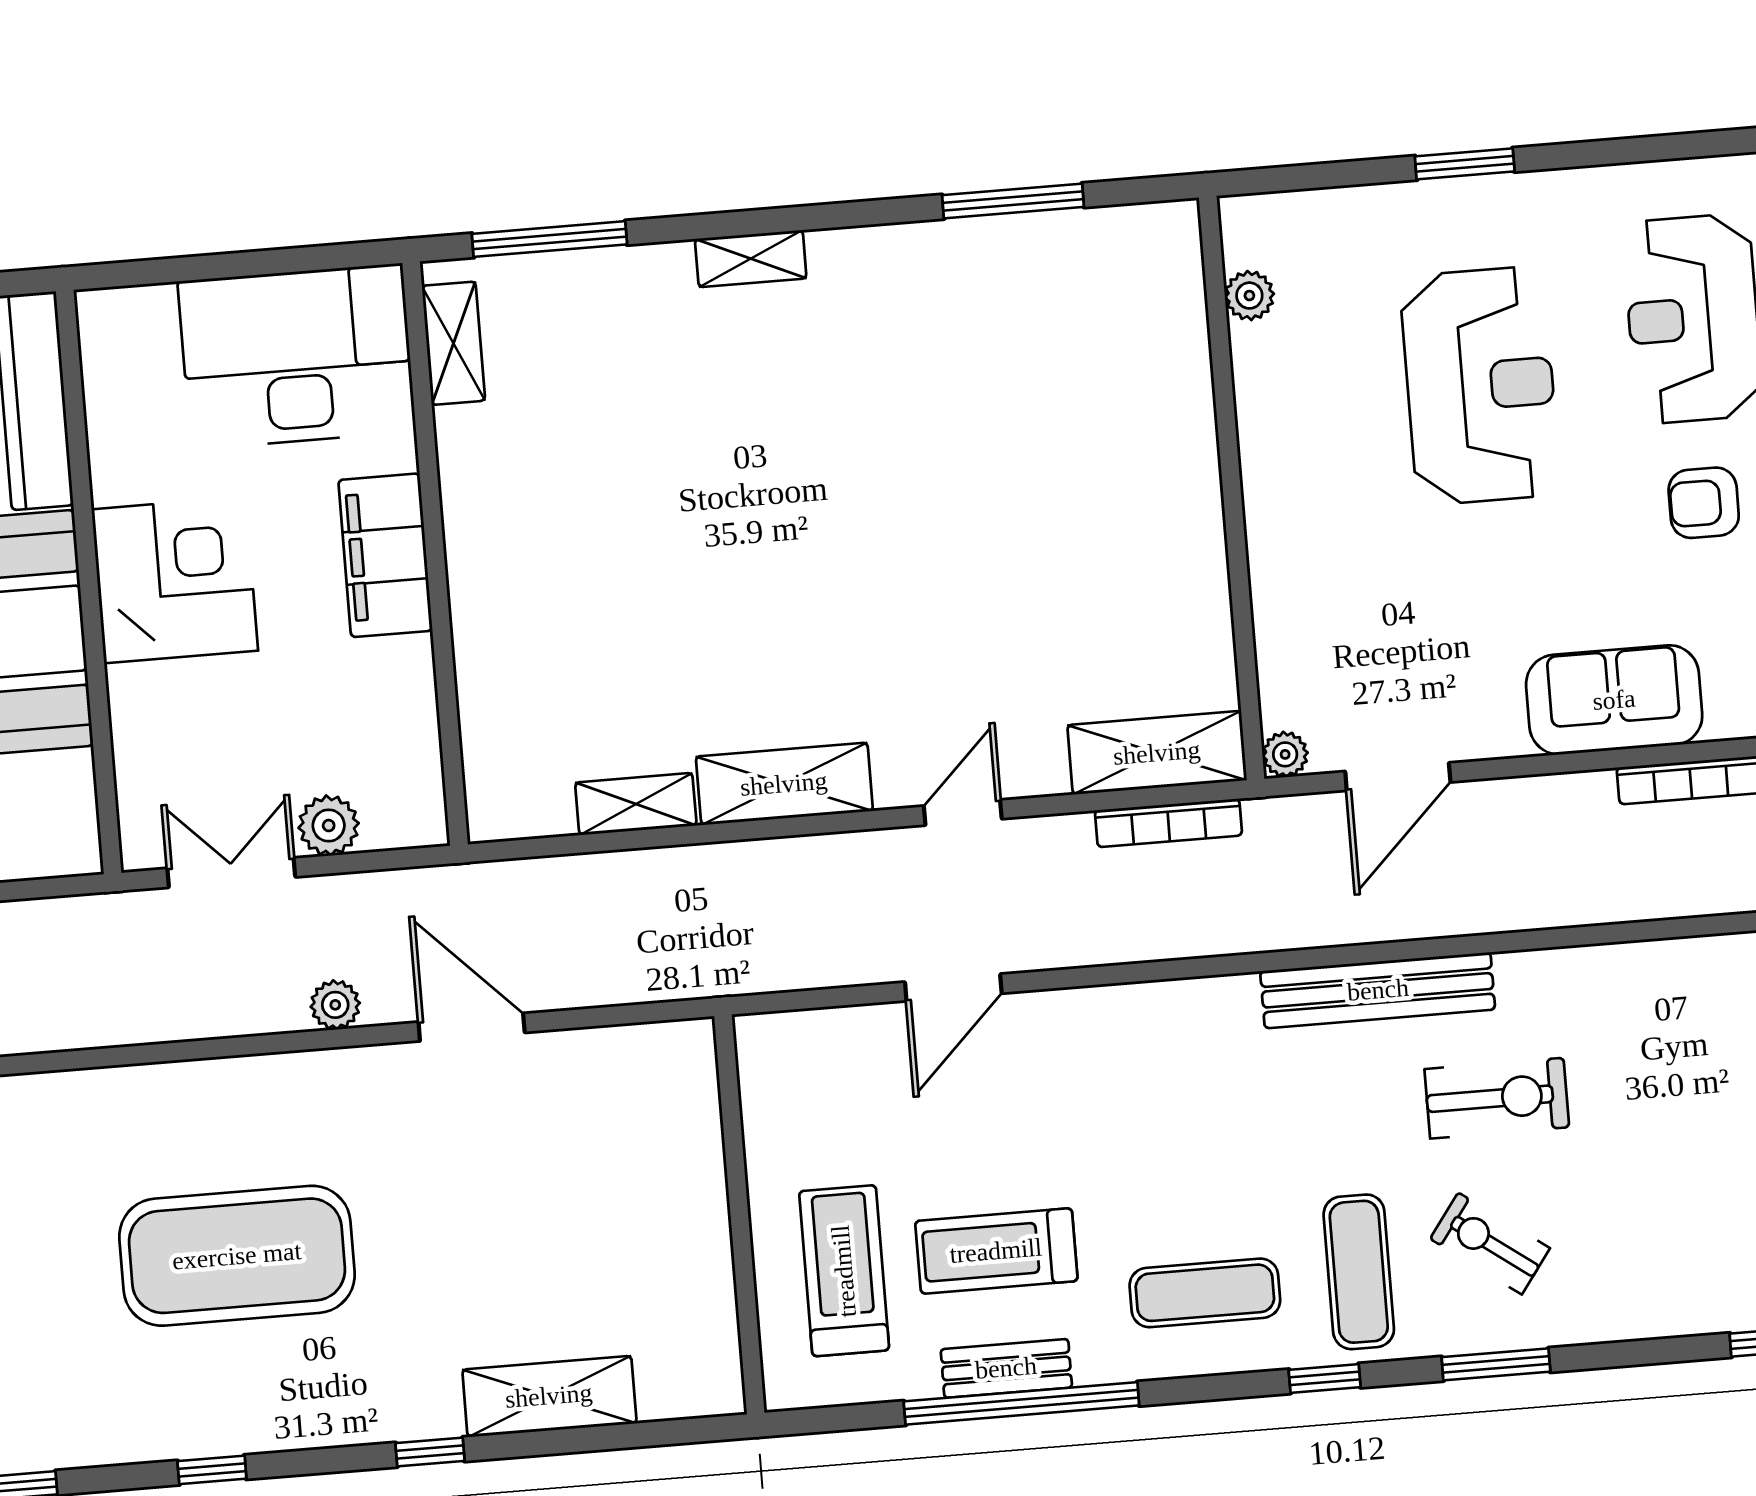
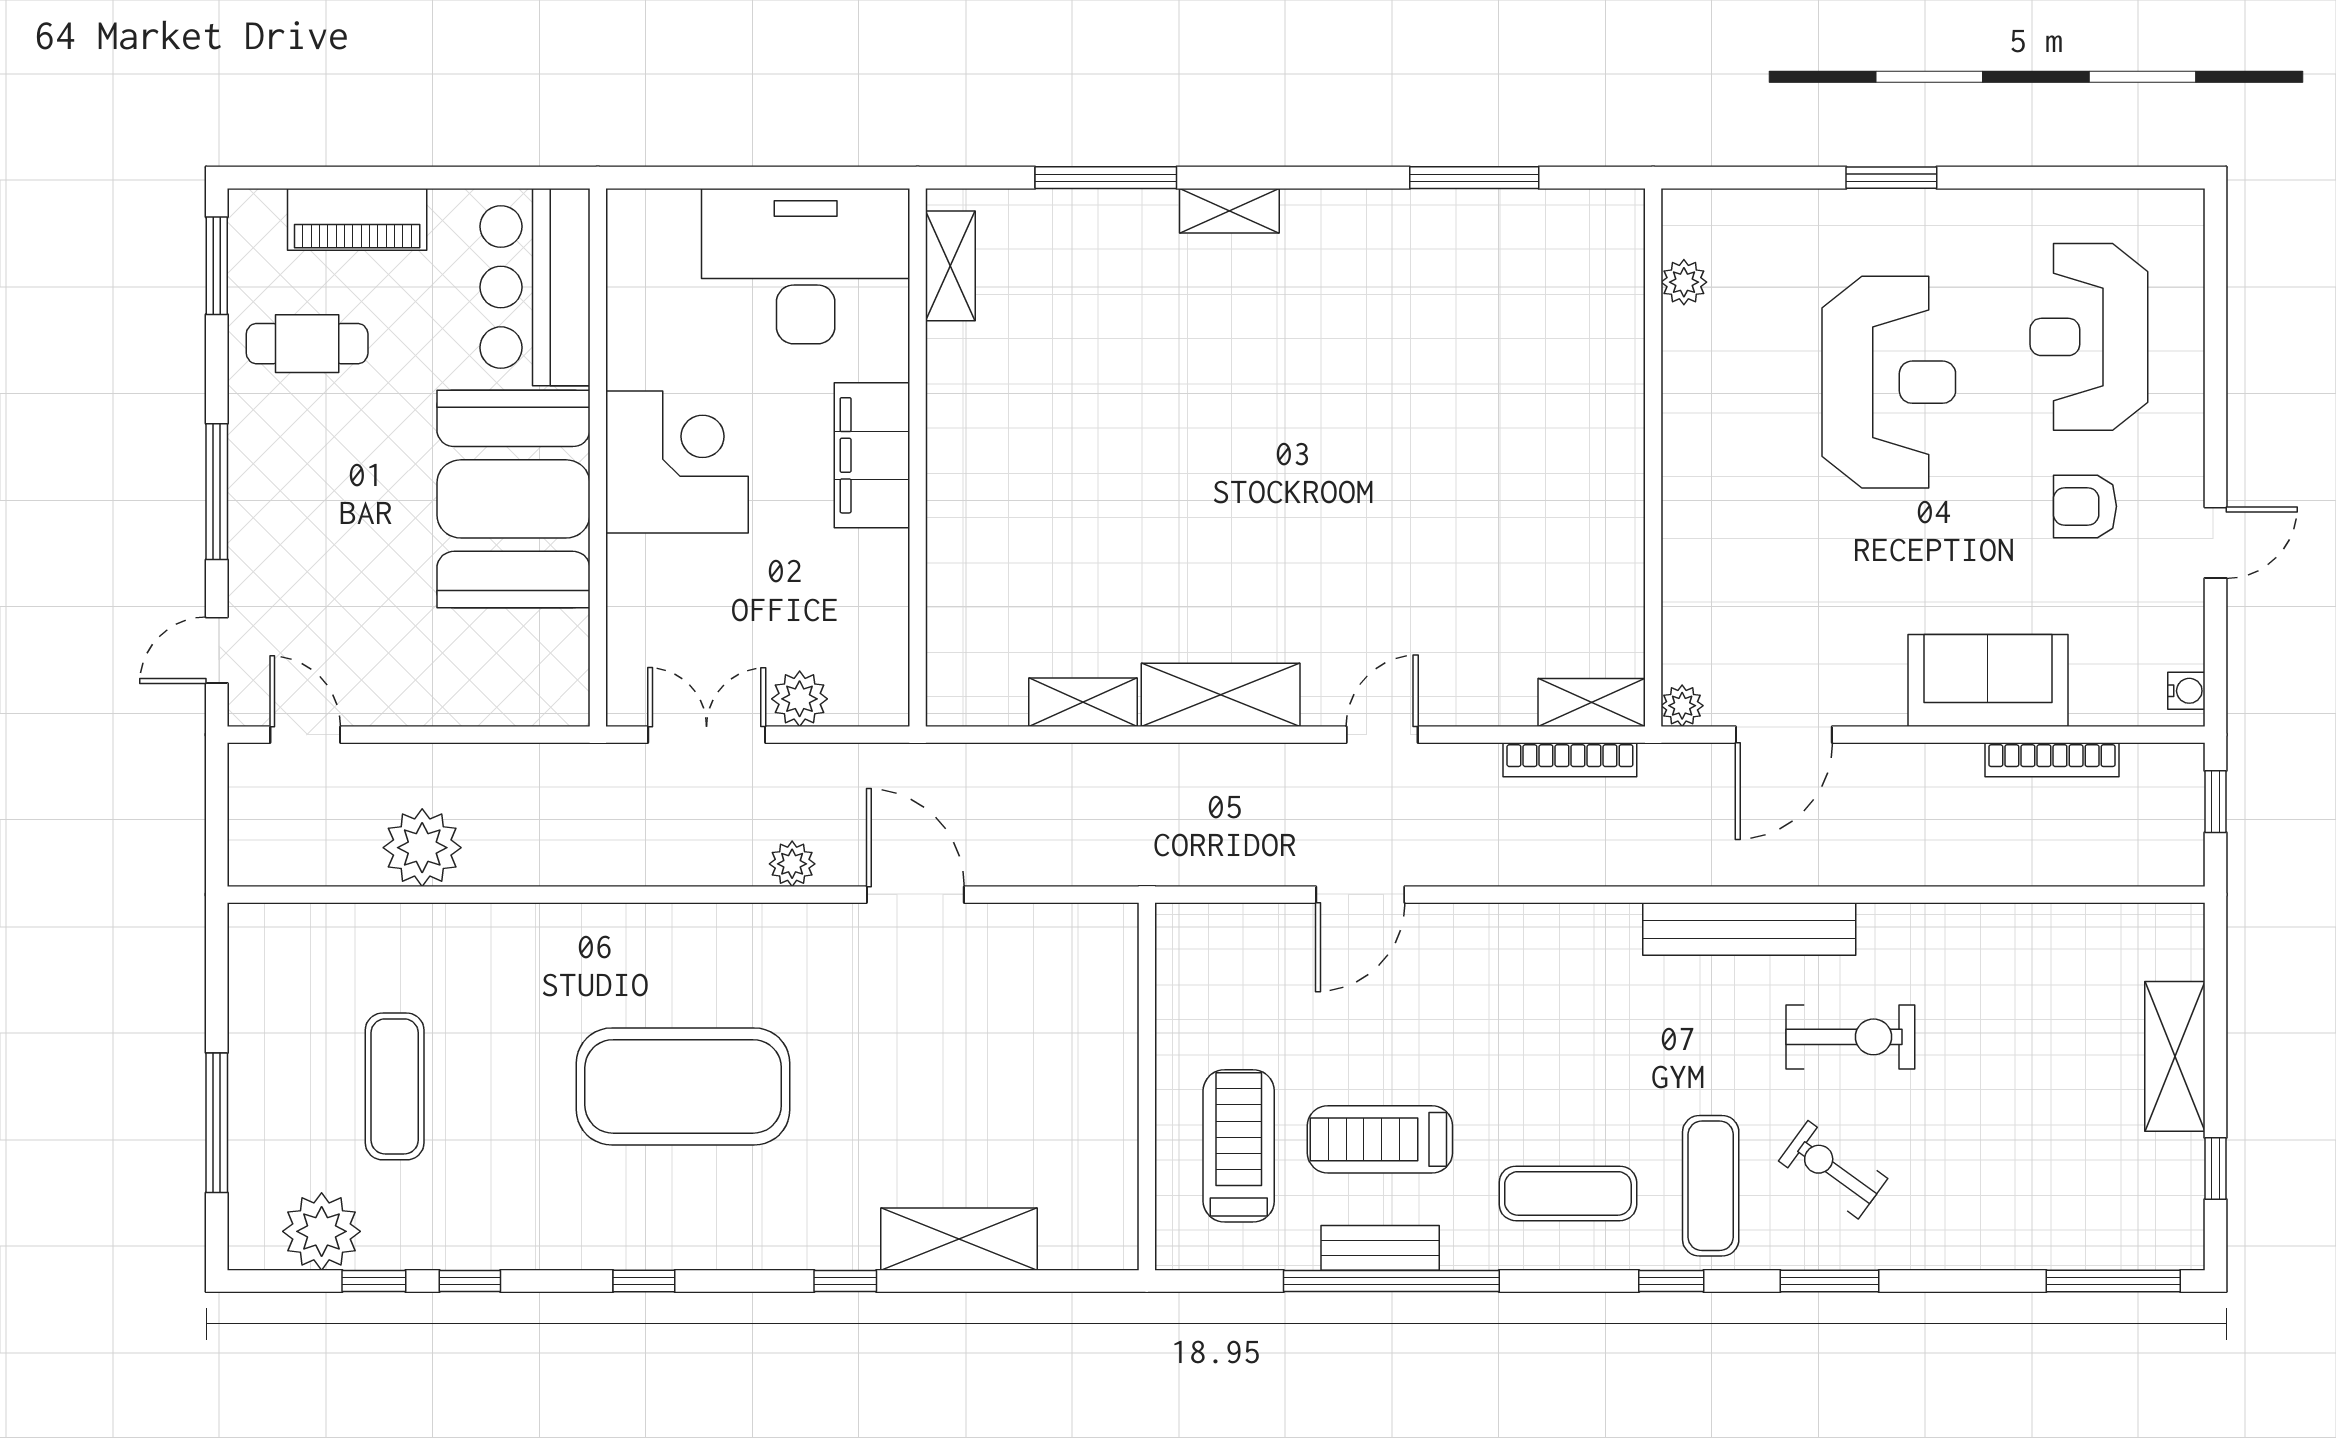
window: (549, 239) -> (1106, 178), moved
shelving: (1157, 753) -> (1592, 703), width x0.67, depth x0.75

